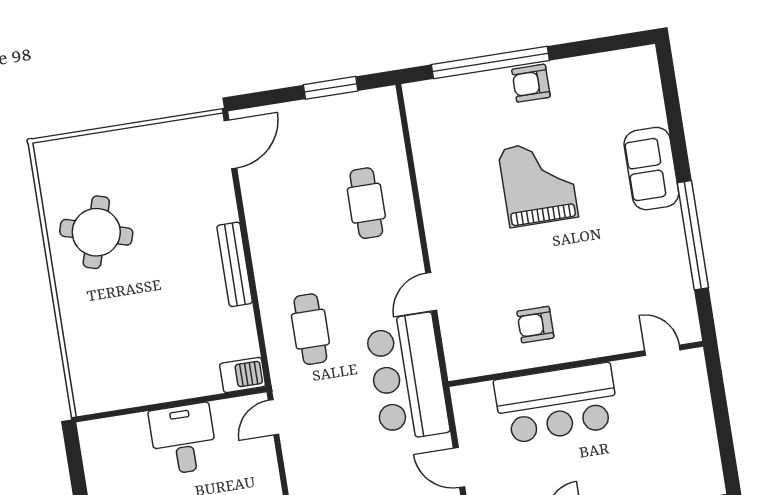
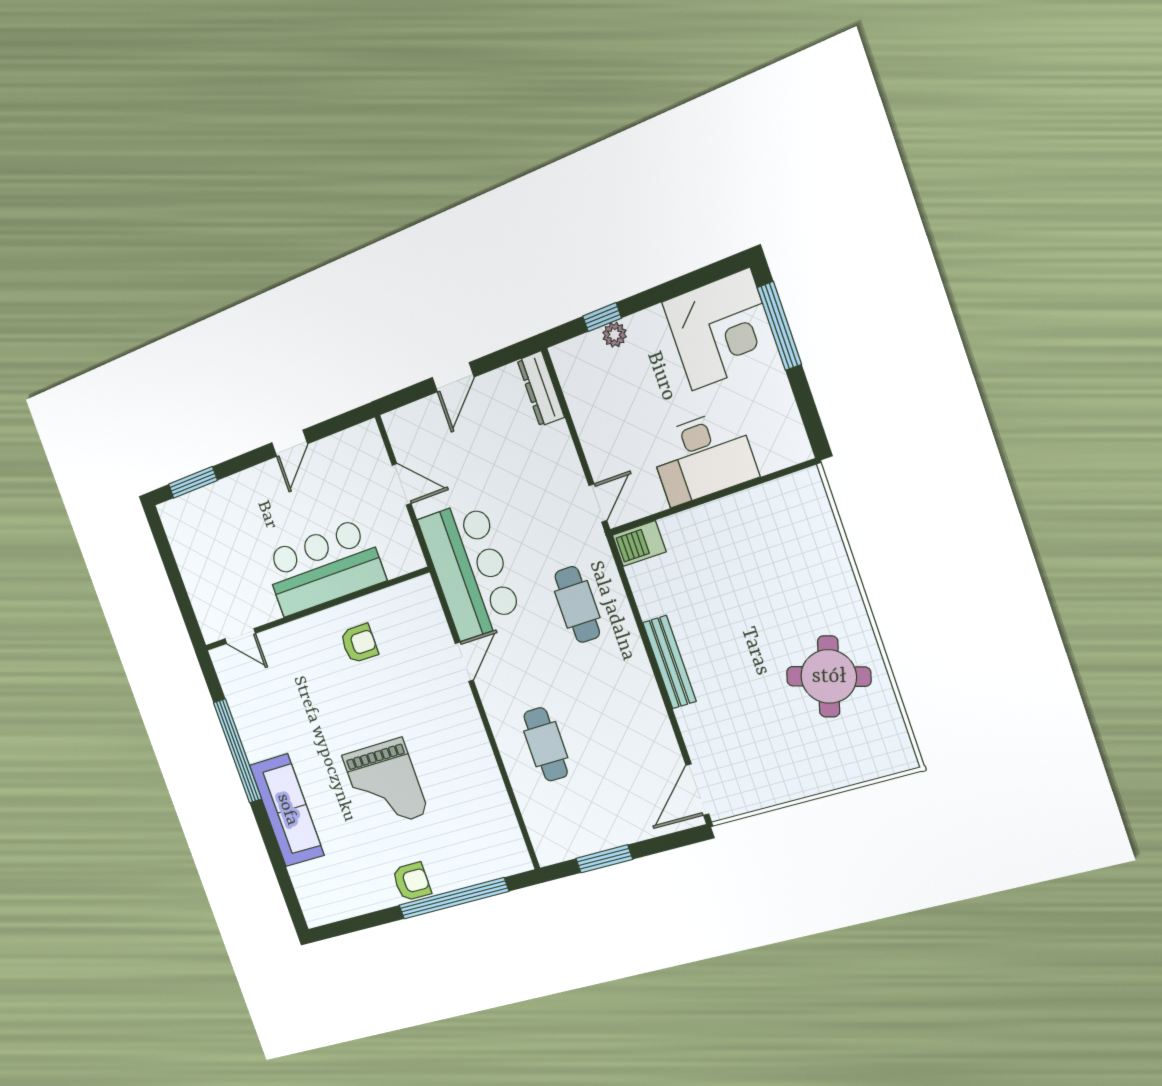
sofa: (651, 169) -> (287, 810), width x1.36
desk: (183, 439) -> (703, 457), width x1.37

